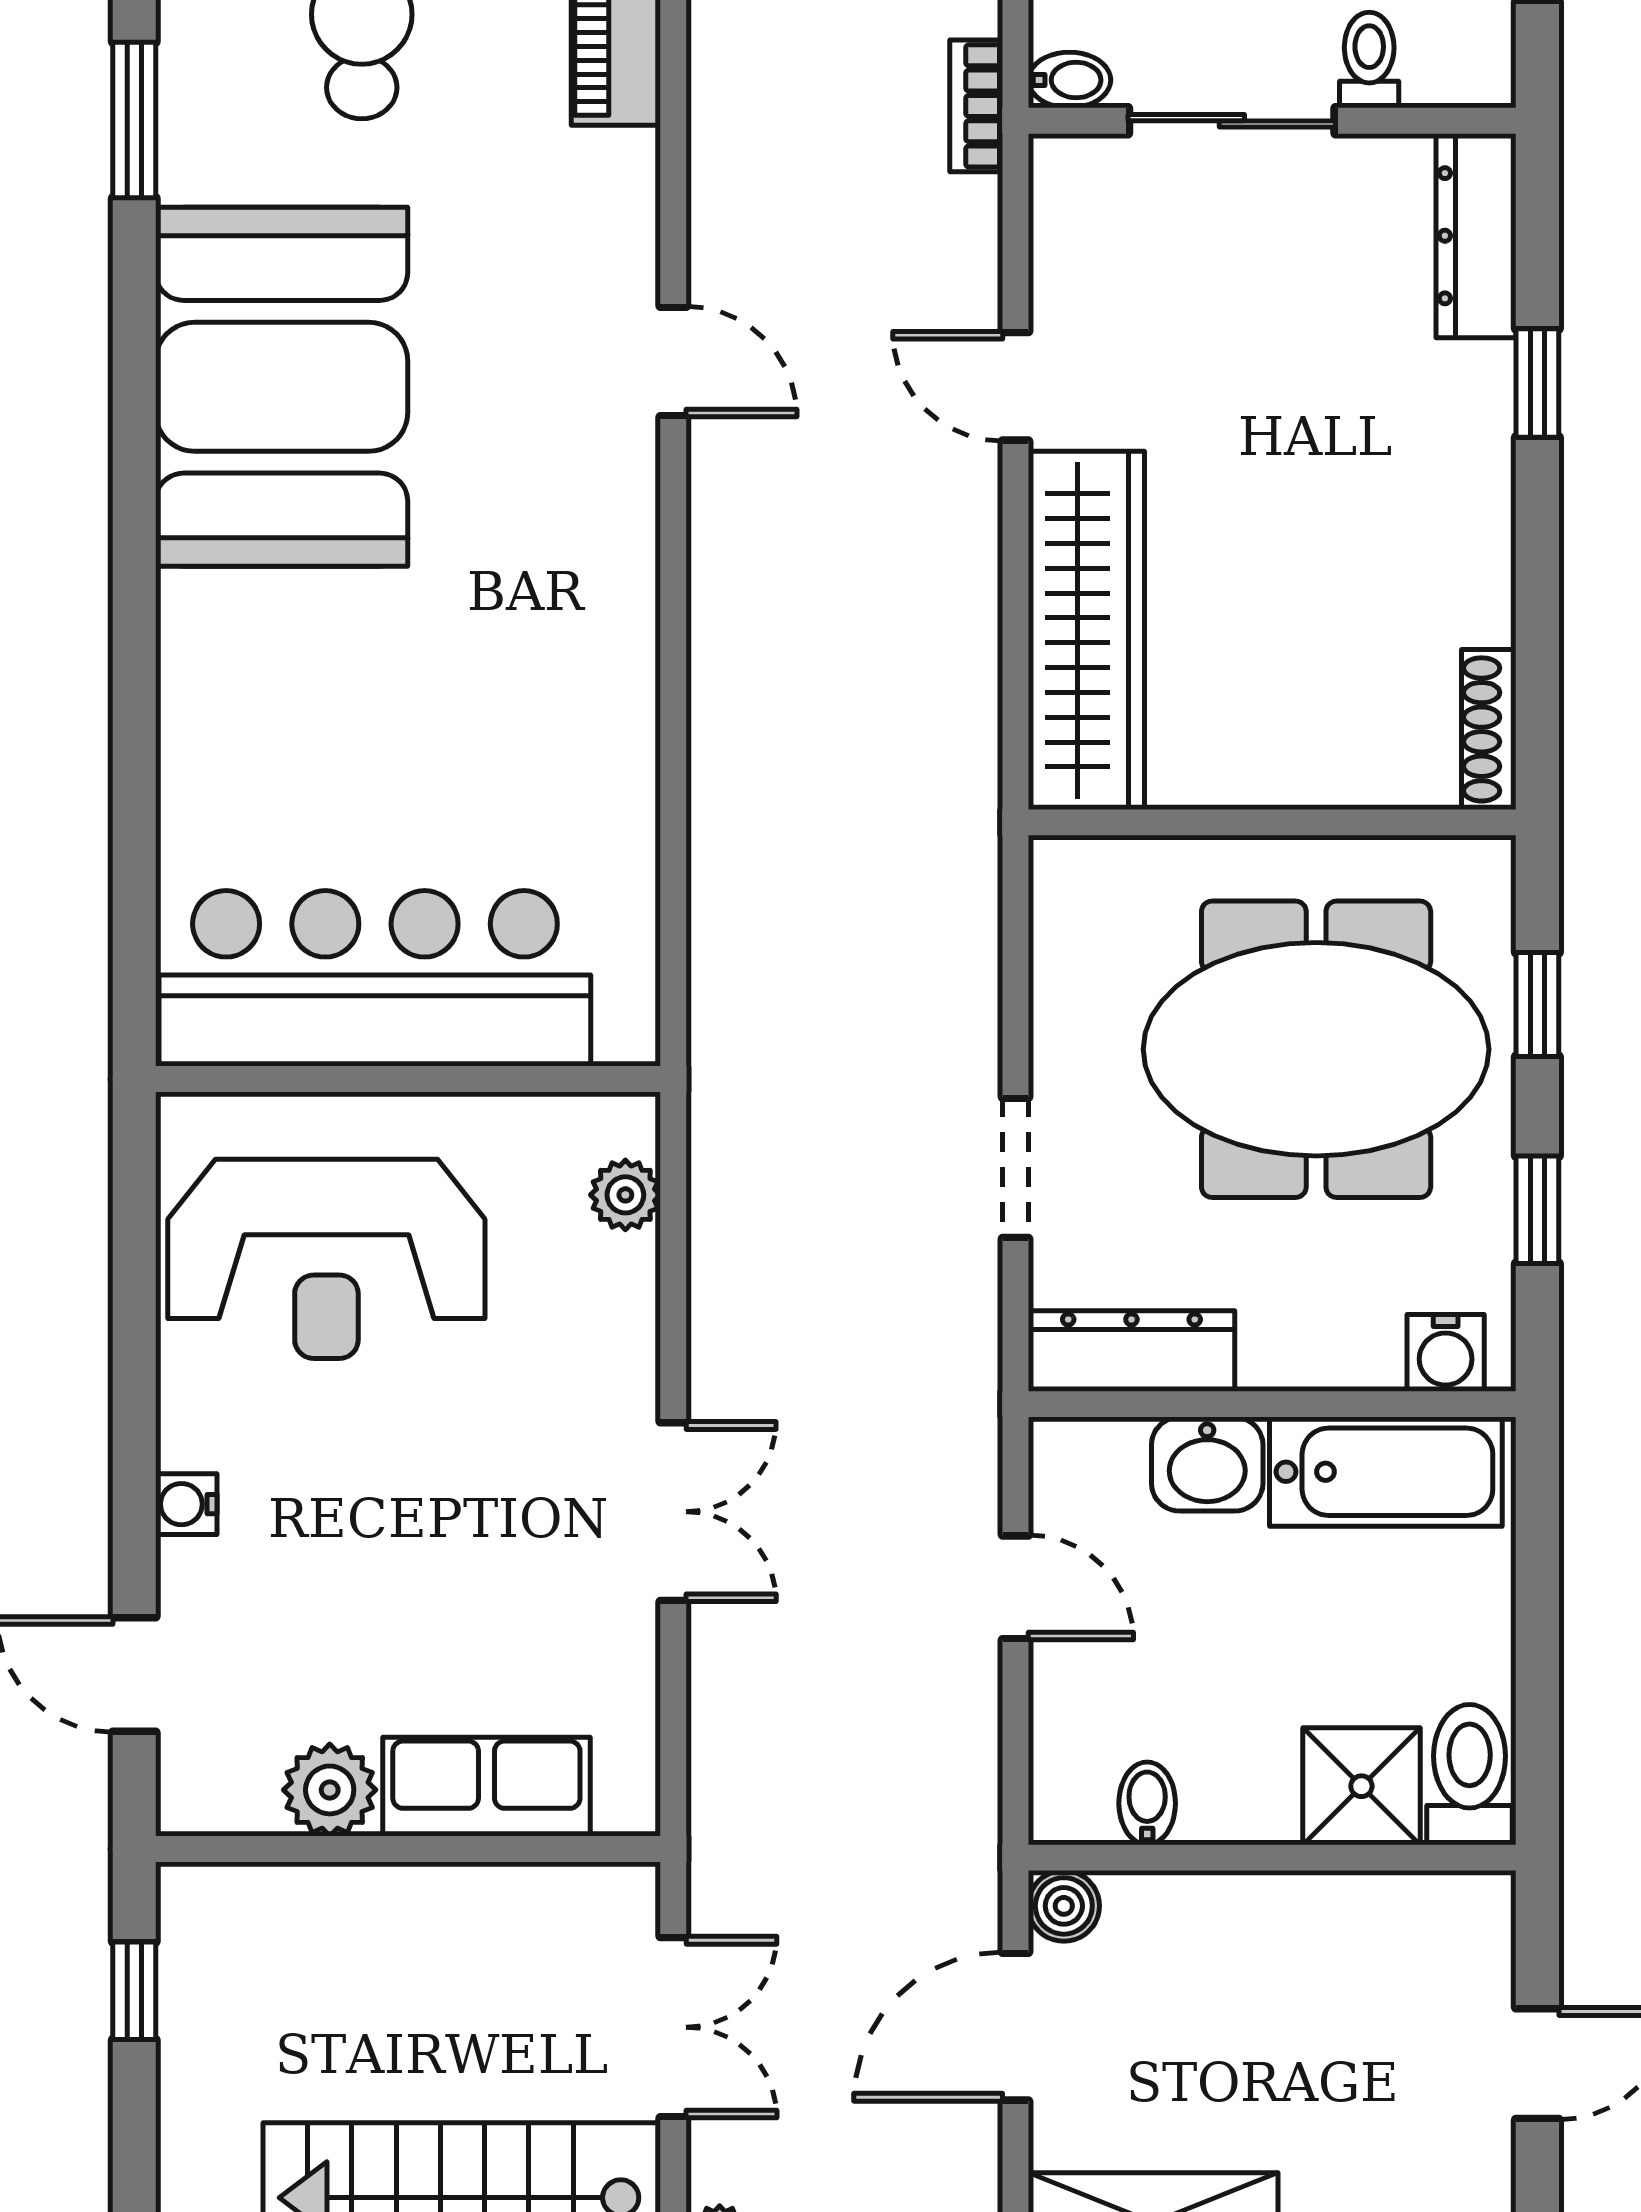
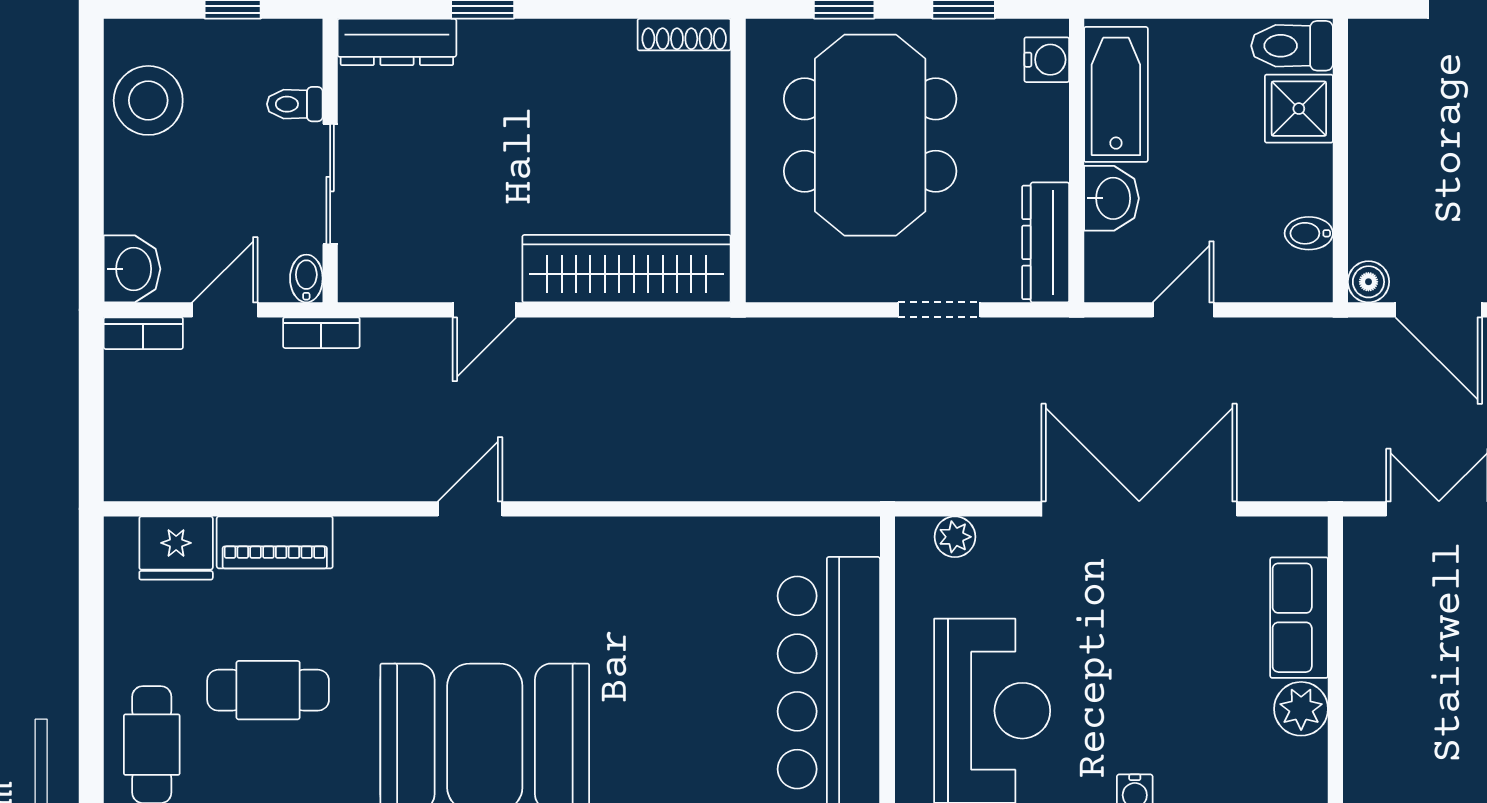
double door: (673, 1512) -> (1139, 509), width x1.87

